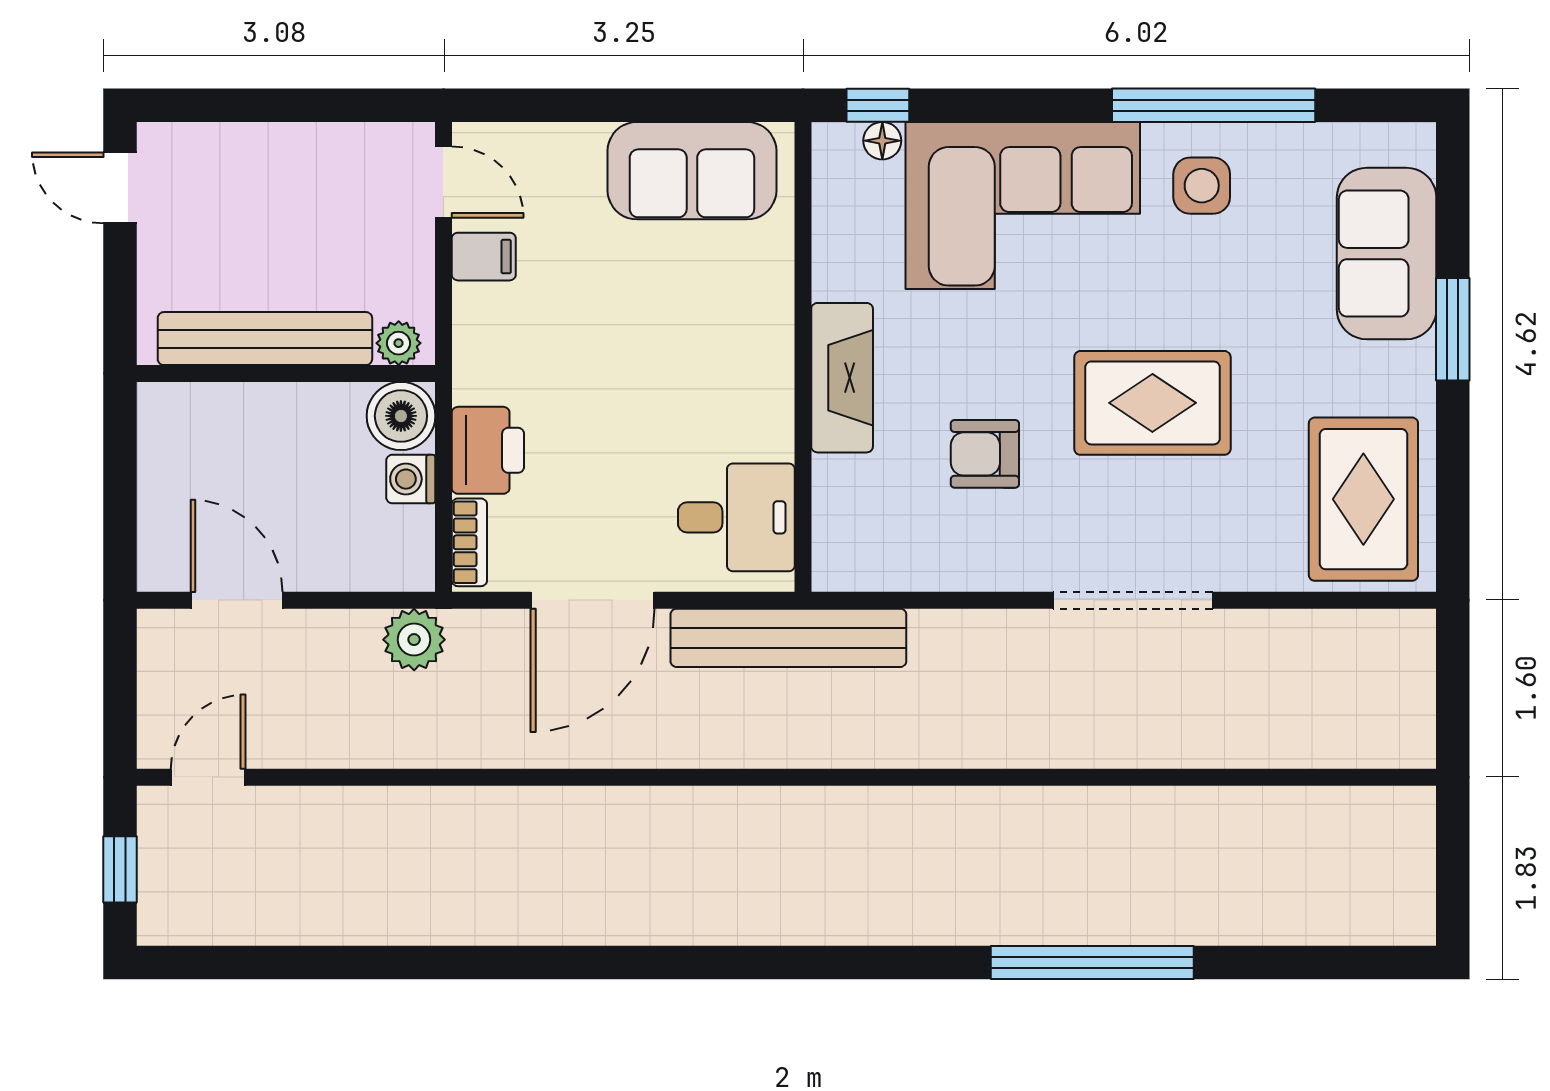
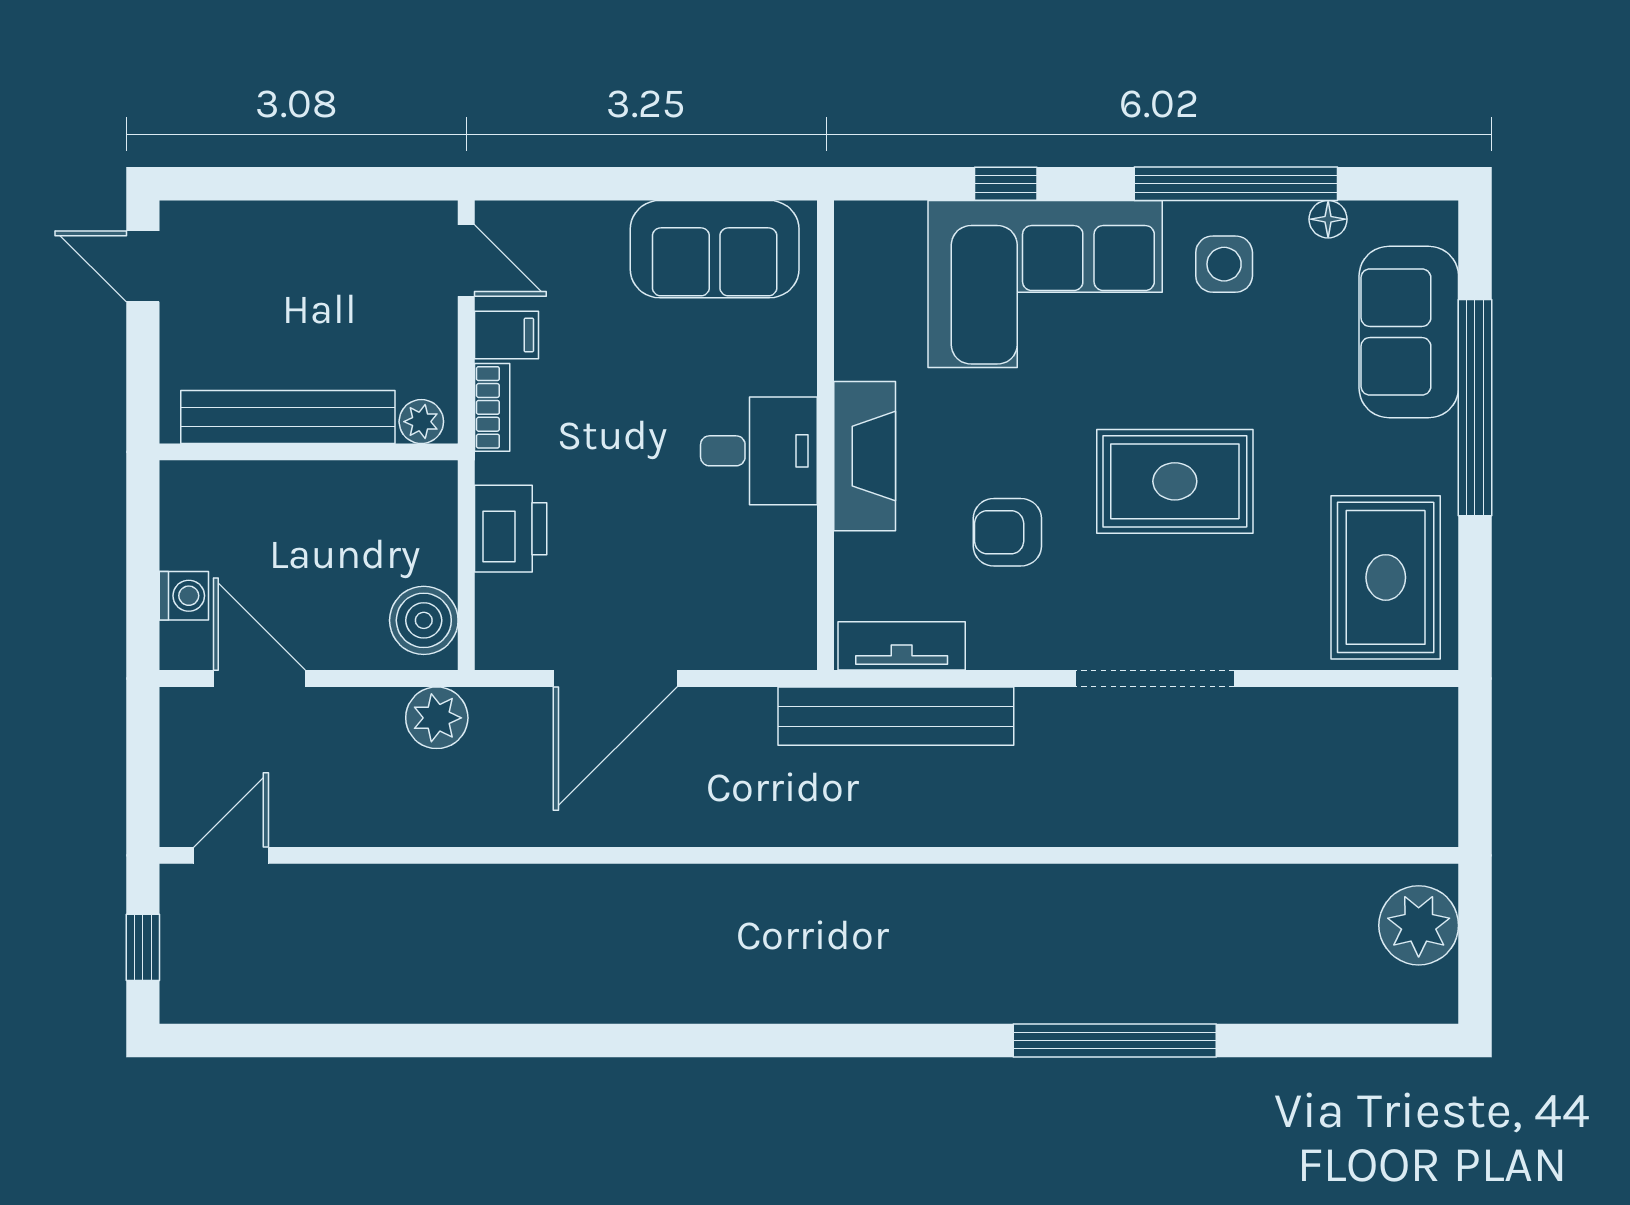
window: (878, 105) -> (1006, 184), moved
floor lamp: (882, 141) -> (1328, 219), moved
window: (1453, 329) -> (1475, 408), width x2.11
boiler: (401, 416) -> (424, 620), moved
washing machine: (411, 479) -> (184, 596), moved, turned 180
desk: (736, 517) -> (759, 451), moved
bookcase: (469, 542) -> (492, 407), moved
tv unit: (879, 568) -> (902, 646), added
bench: (788, 638) -> (896, 716), moved
plant: (1396, 847) -> (1419, 925), added

